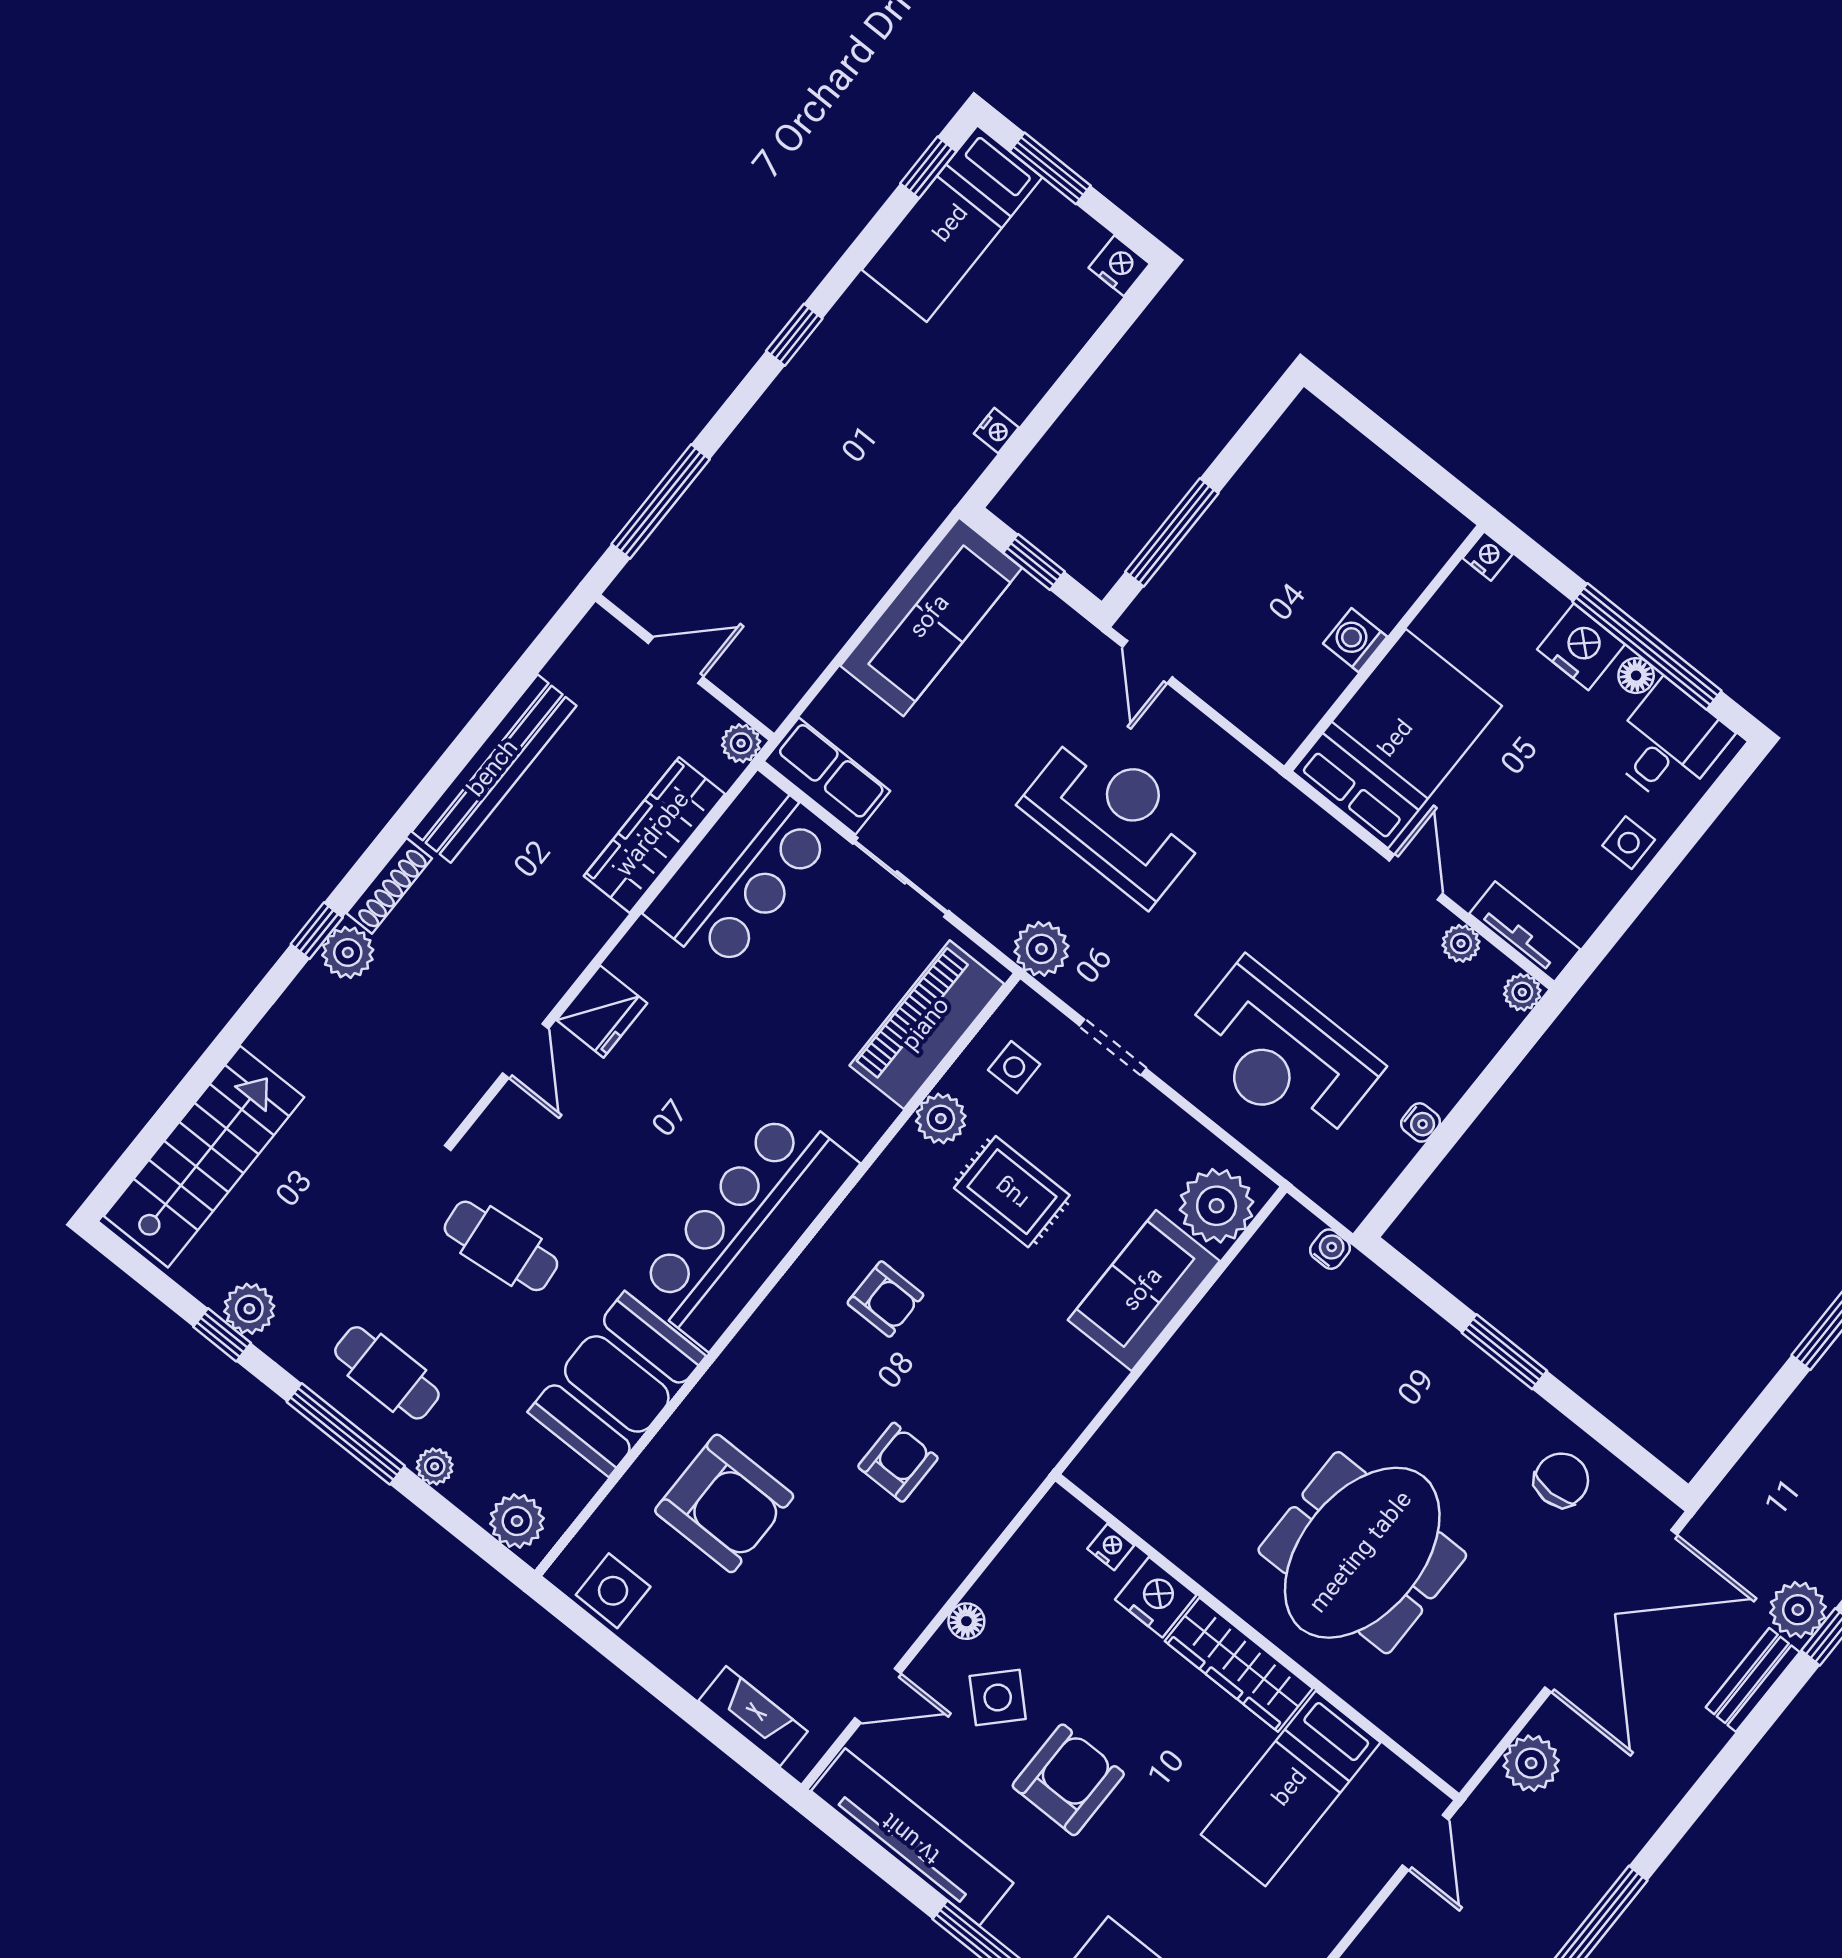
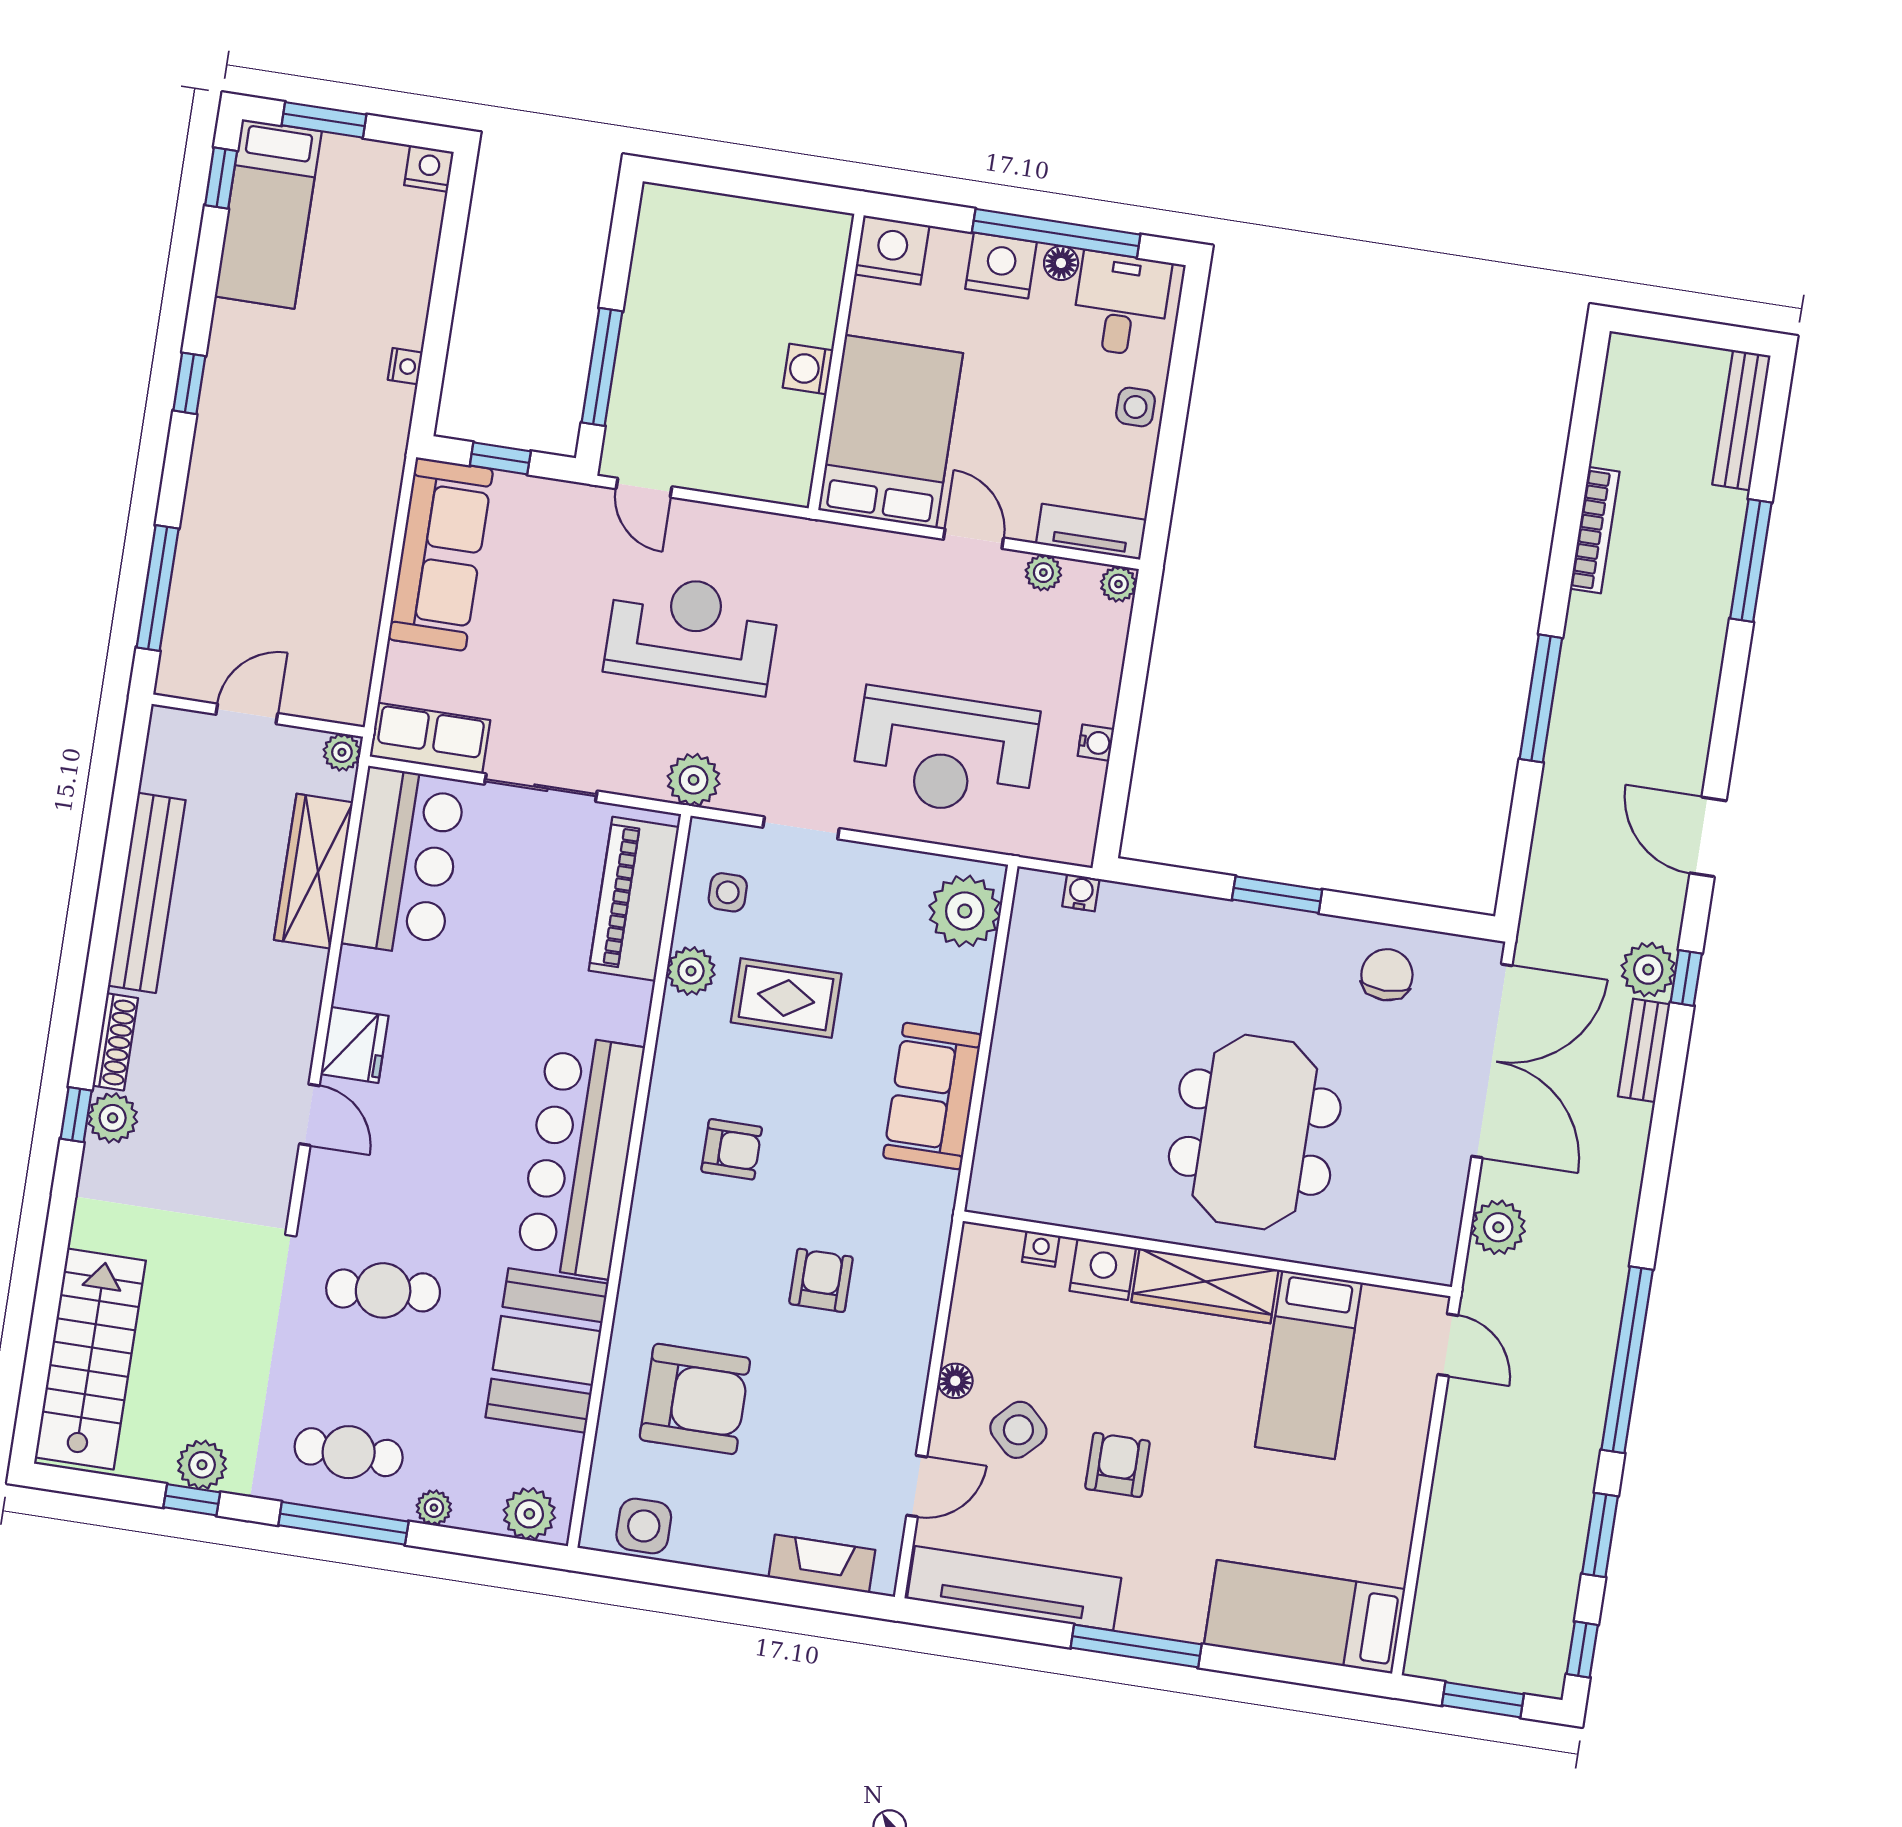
nightstand: (1487, 556) -> (892, 250), width x1.89, depth x1.79
sofa: (1144, 1290) -> (932, 1096), moved
armchair: (1068, 1780) -> (1117, 1465), width x0.72, depth x0.72

